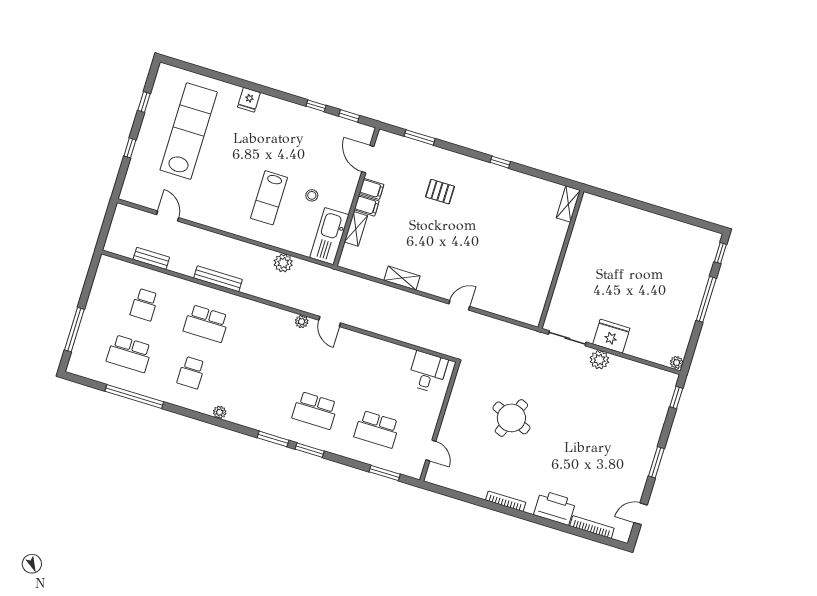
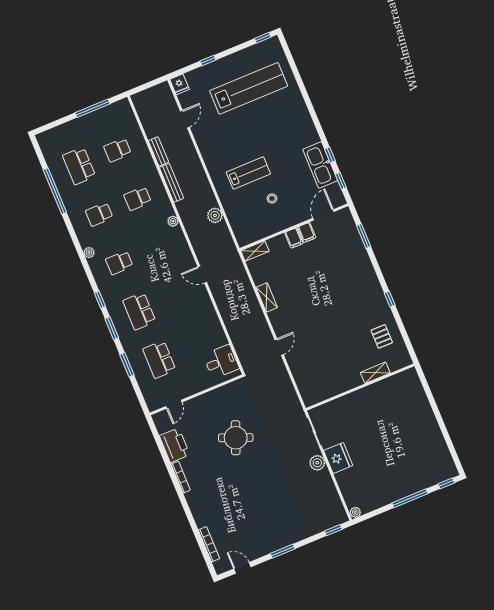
fridge: (249, 100) -> (180, 84), moved, turned -90
window: (144, 102) -> (263, 38), moved
pallet: (440, 192) -> (382, 336), moved
lab bench: (269, 198) -> (248, 173), turned 180
shelving: (568, 204) -> (375, 373), moved
shelving: (356, 229) -> (255, 251), moved
kitchen sink: (329, 236) -> (320, 165), moved, turned -90
bench: (151, 258) -> (158, 151), moved
door: (459, 305) -> (279, 347), hinge flipped
plant: (302, 322) -> (173, 221), moved
door: (330, 322) -> (202, 275), hinge flipped
school desk: (206, 323) -> (138, 198), width x0.54
window: (74, 330) -> (93, 108), moved
school desk: (253, 391) -> (119, 263), added
window: (273, 439) -> (100, 300), width x0.67
window: (385, 473) -> (127, 365), moved
printer: (555, 508) -> (175, 445), moved

